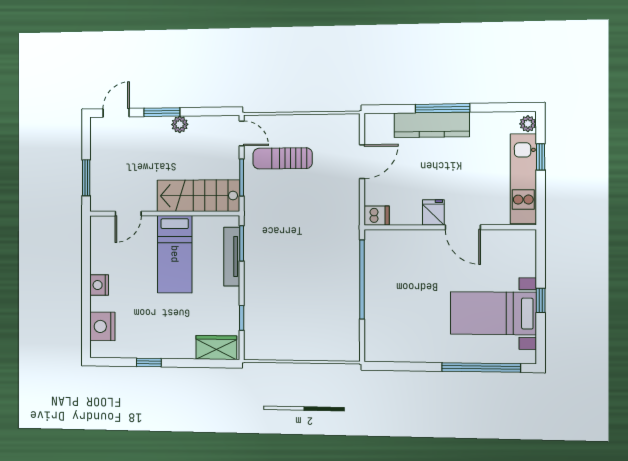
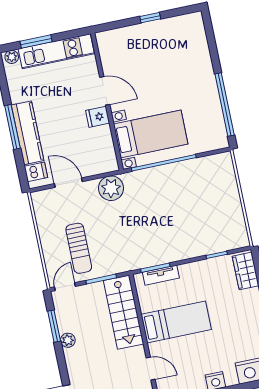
window: (162, 112) -> (54, 326), moved
window: (541, 157) -> (36, 41), width x1.50
plant: (345, 211) -> (111, 188), added
dishwasher: (377, 216) -> (36, 172), moved, turned 90
door: (463, 227) -> (105, 91), hinge flipped
tv unit: (232, 257) -> (161, 275), width x0.71
bed with nightstands: (493, 313) -> (151, 134), moved, turned -90
window: (481, 367) -> (225, 105), moved

